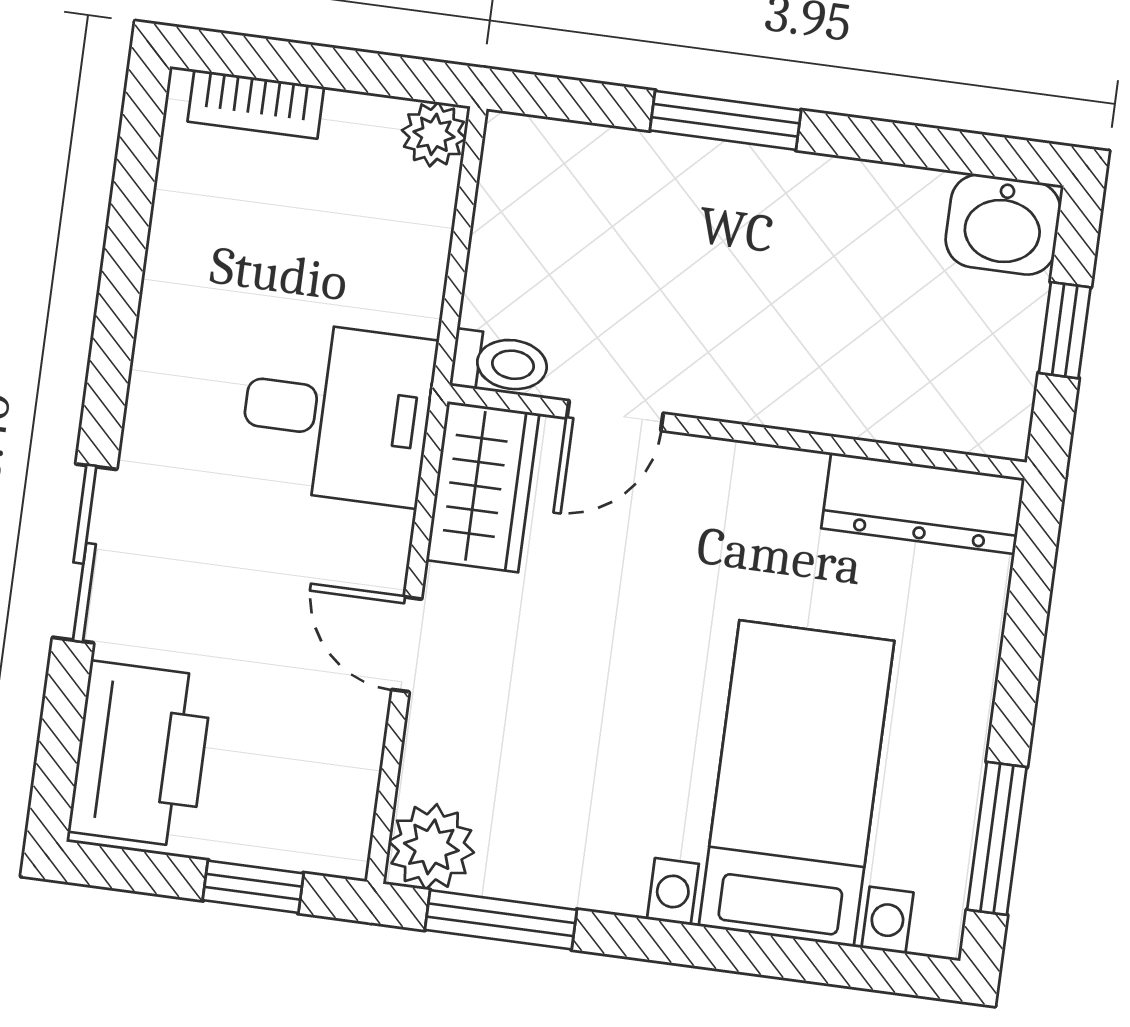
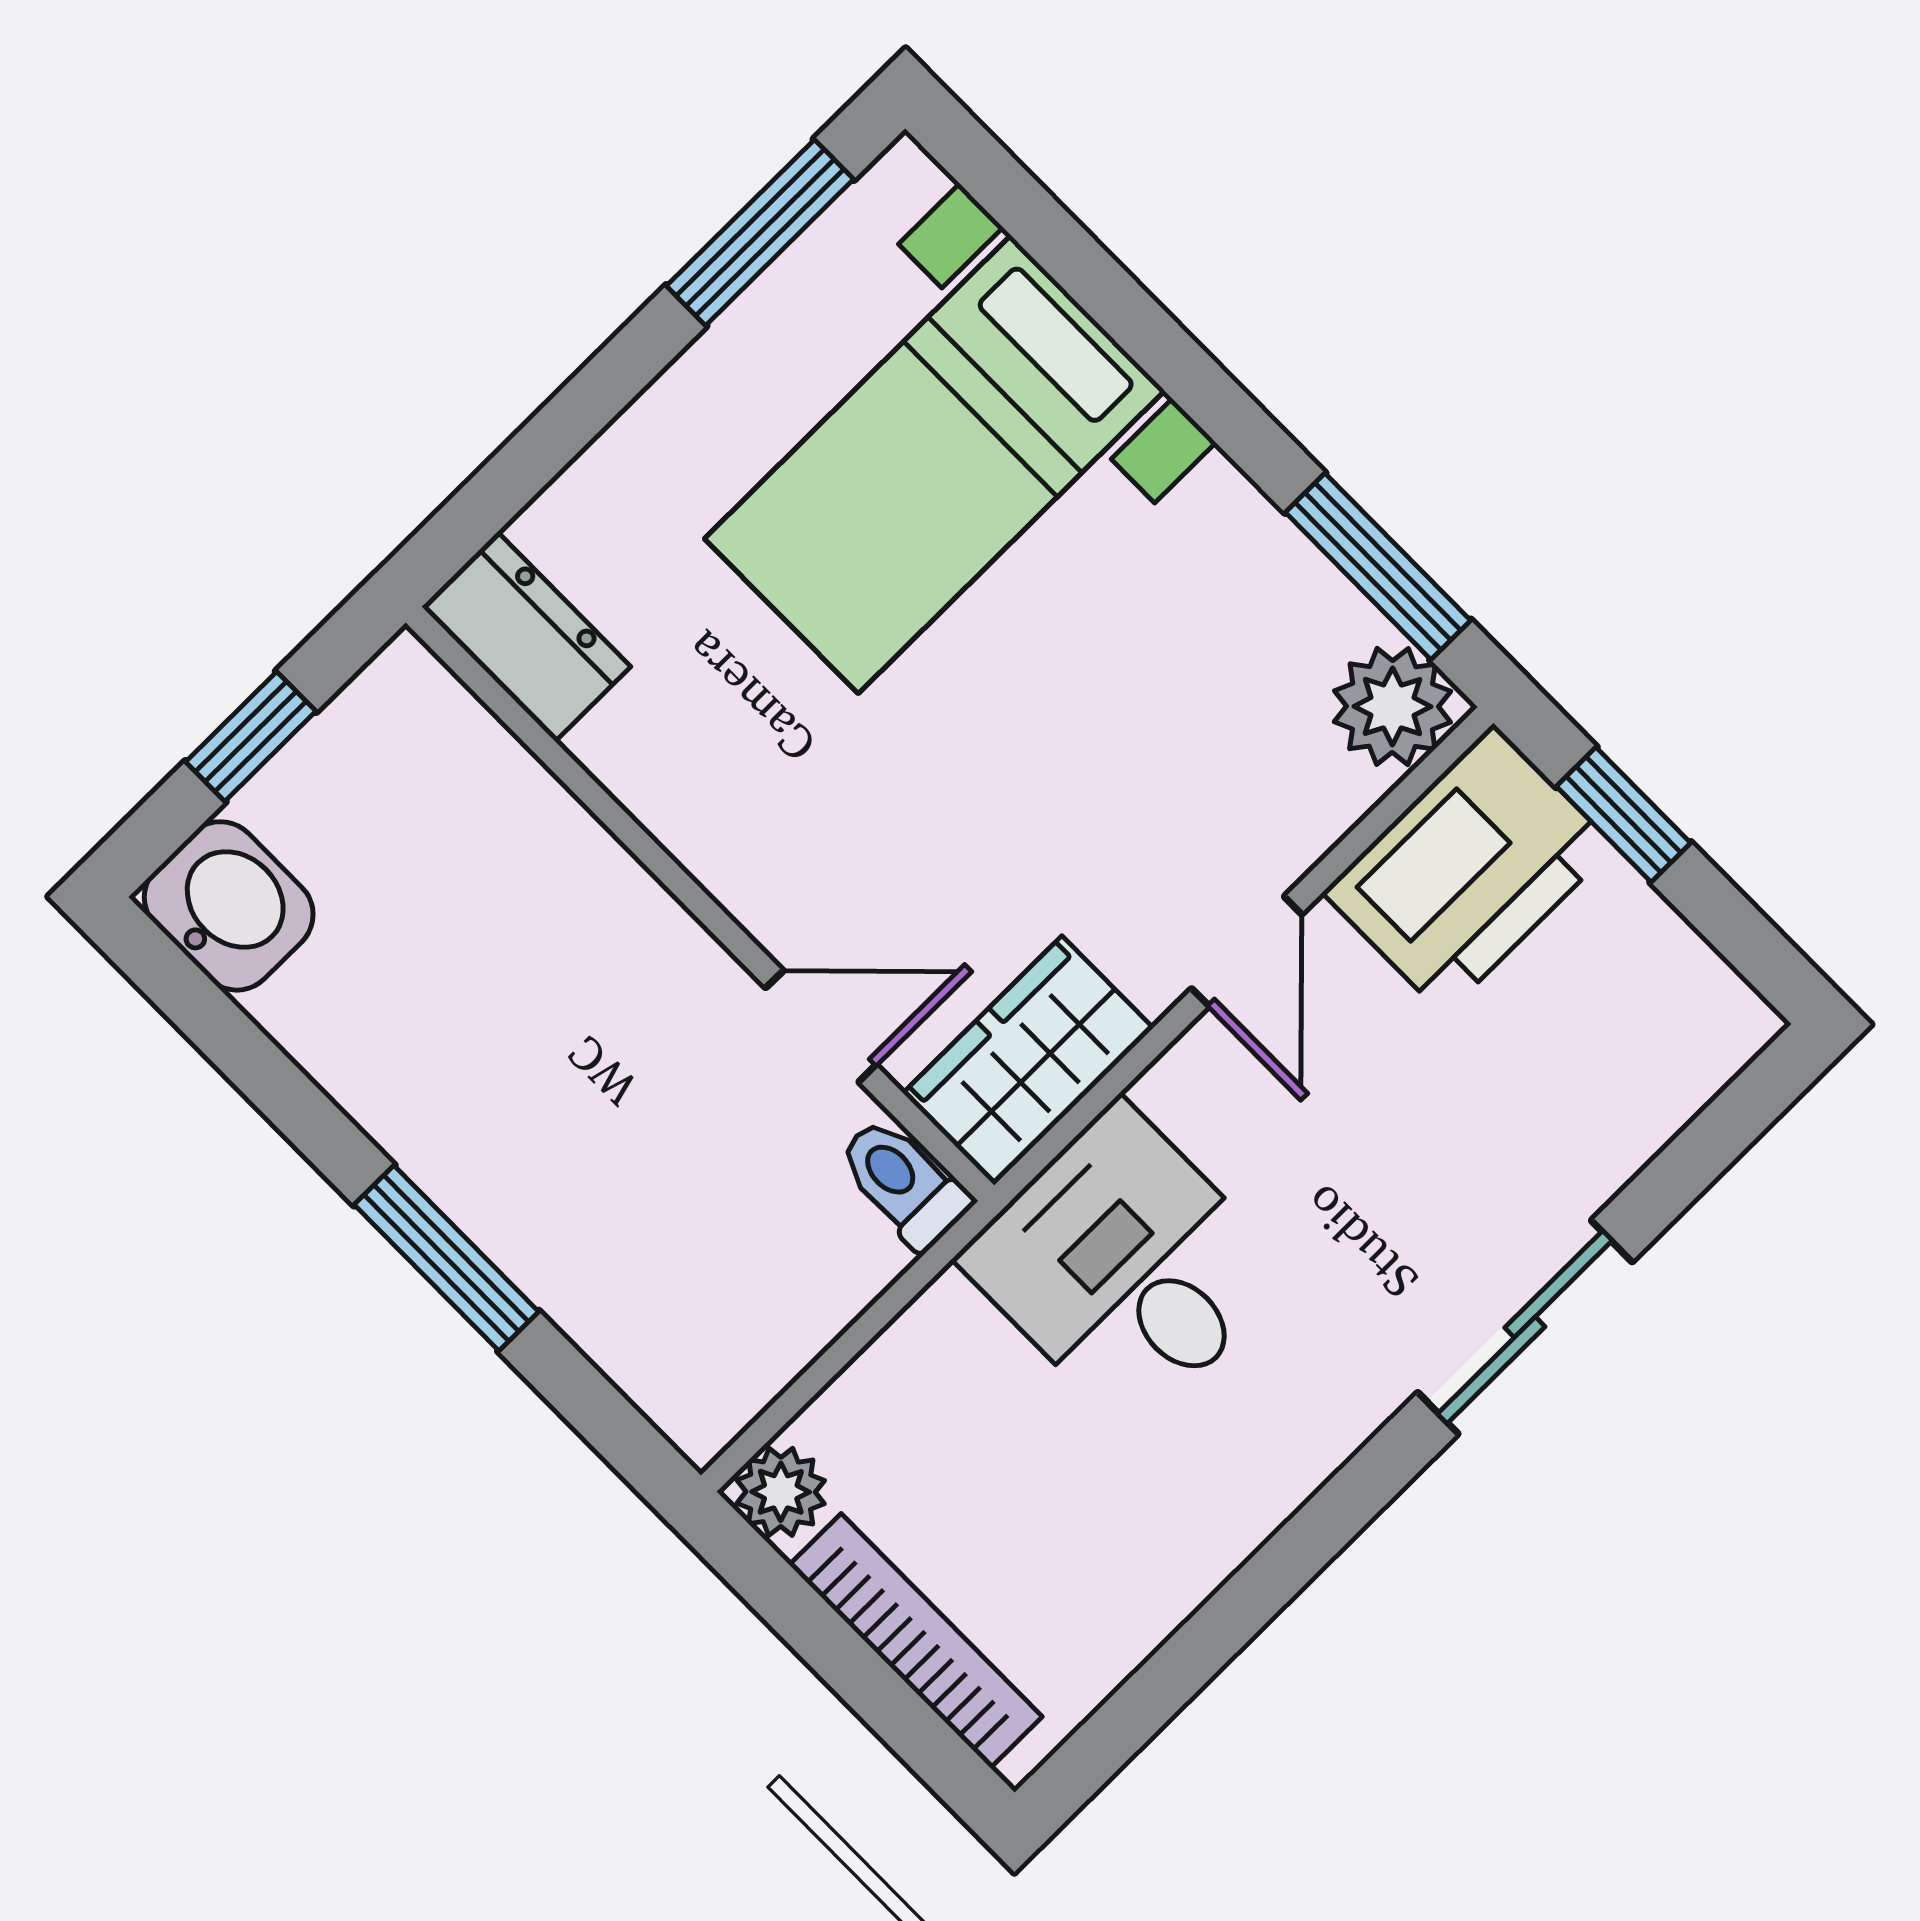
bookcase: (256, 104) -> (916, 1641), width x1.56
dresser: (923, 503) -> (526, 637), width x0.70
printer: (141, 754) -> (1469, 869), moved, turned 180

